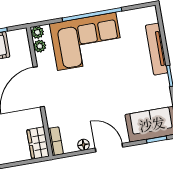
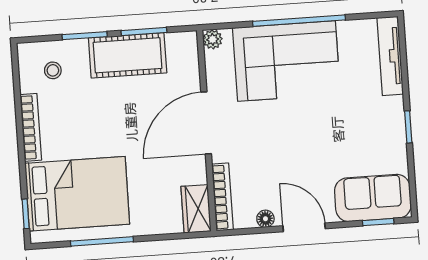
plant: (40, 46) -> (214, 61), removed
tv unit: (156, 49) -> (390, 56), moved
bookcase: (56, 141) -> (222, 197), width x1.56

